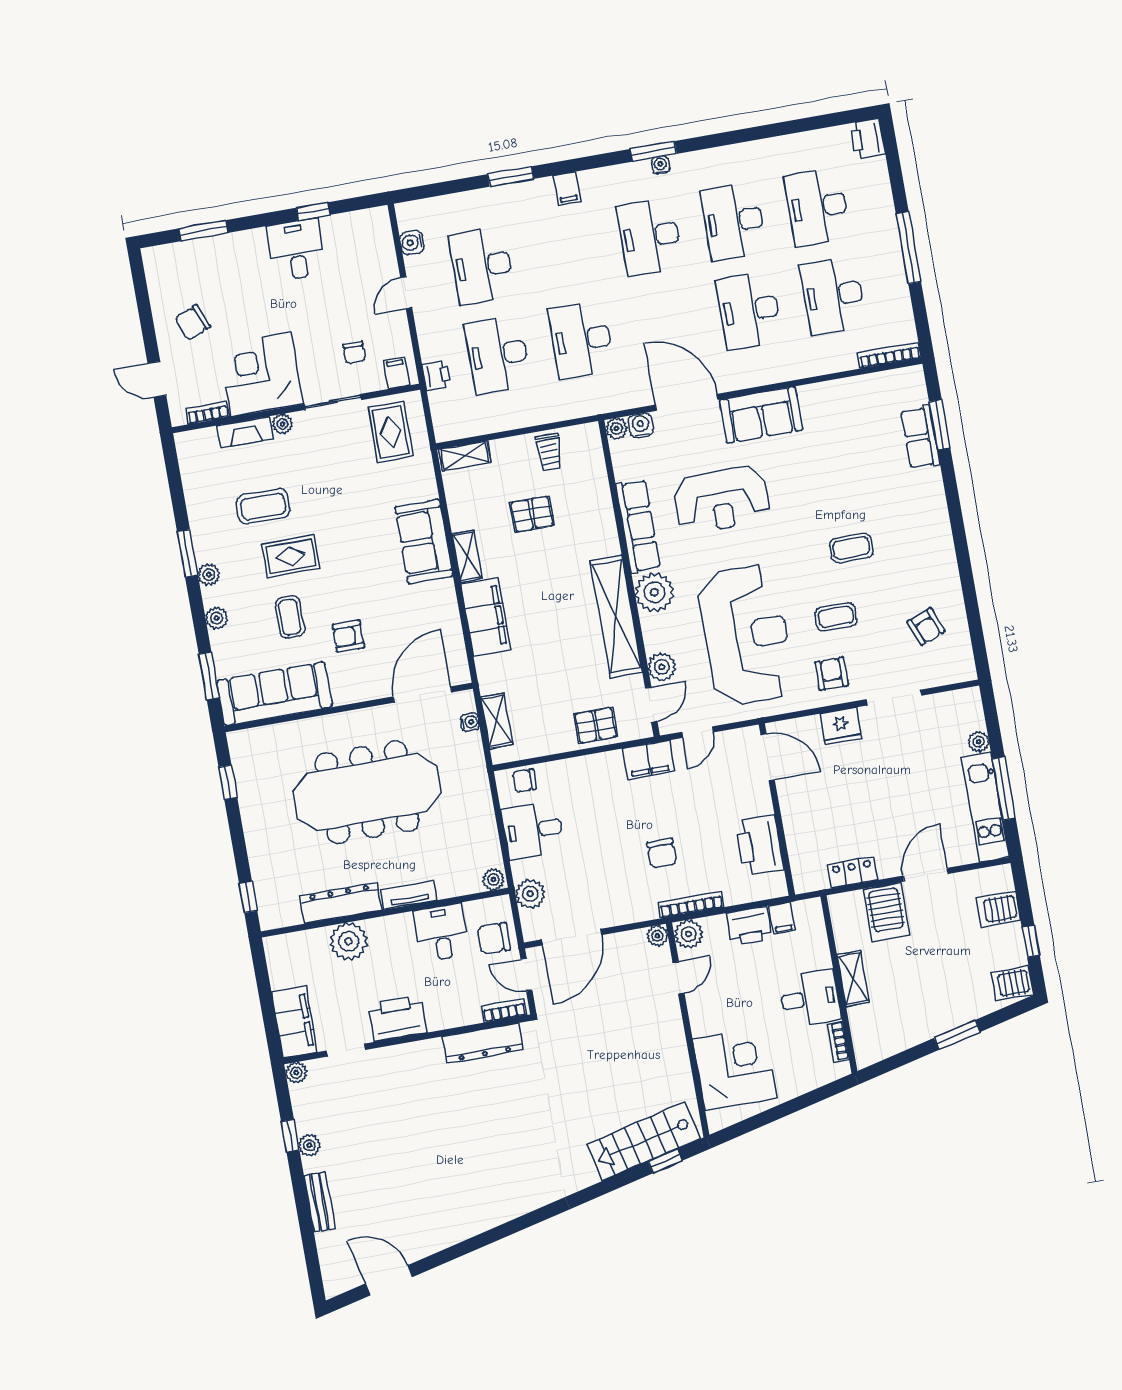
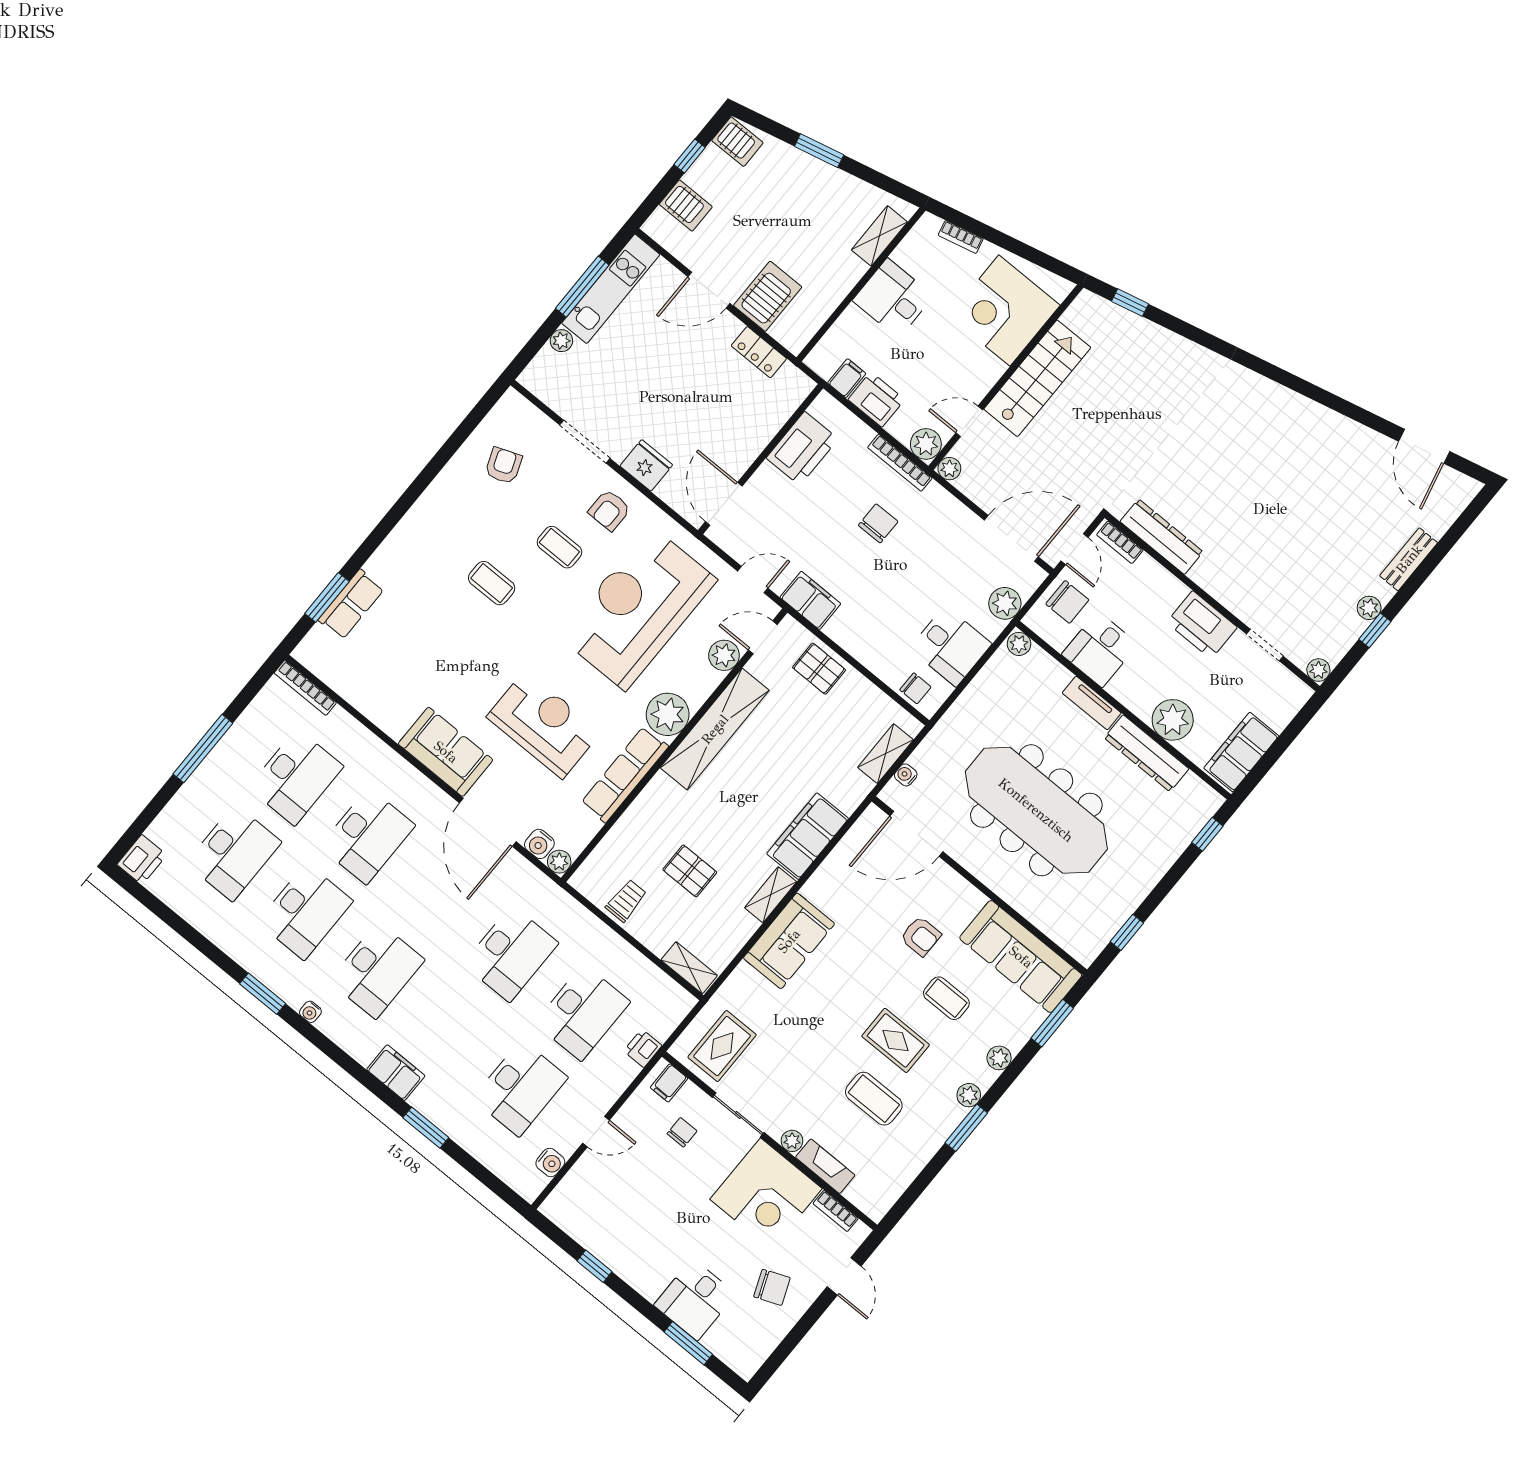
window: (654, 151) -> (263, 994), moved
filing cabinet: (567, 188) -> (396, 1073), width x2.00
desk: (296, 250) -> (695, 1300), moved
coffee table: (290, 617) -> (946, 998), turned 90
shelving: (853, 979) -> (879, 236), moved
filing cabinet: (294, 1022) -> (1241, 752), moved
bookcase: (838, 1041) -> (961, 237), moved, turned 77
stairs: (644, 1141) -> (1037, 378), moved, turned -77

